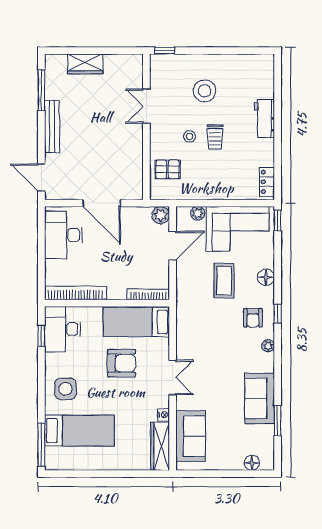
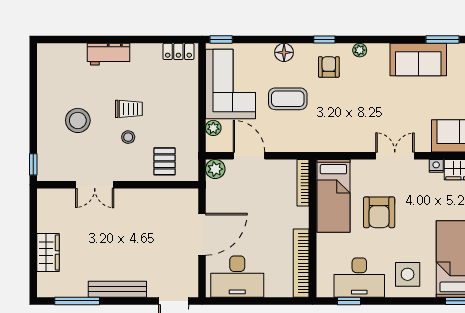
armchair: (253, 318) -> (329, 67), turned -90
desk: (63, 329) -> (359, 278), moved
armchair: (121, 363) -> (379, 212), turned 180

